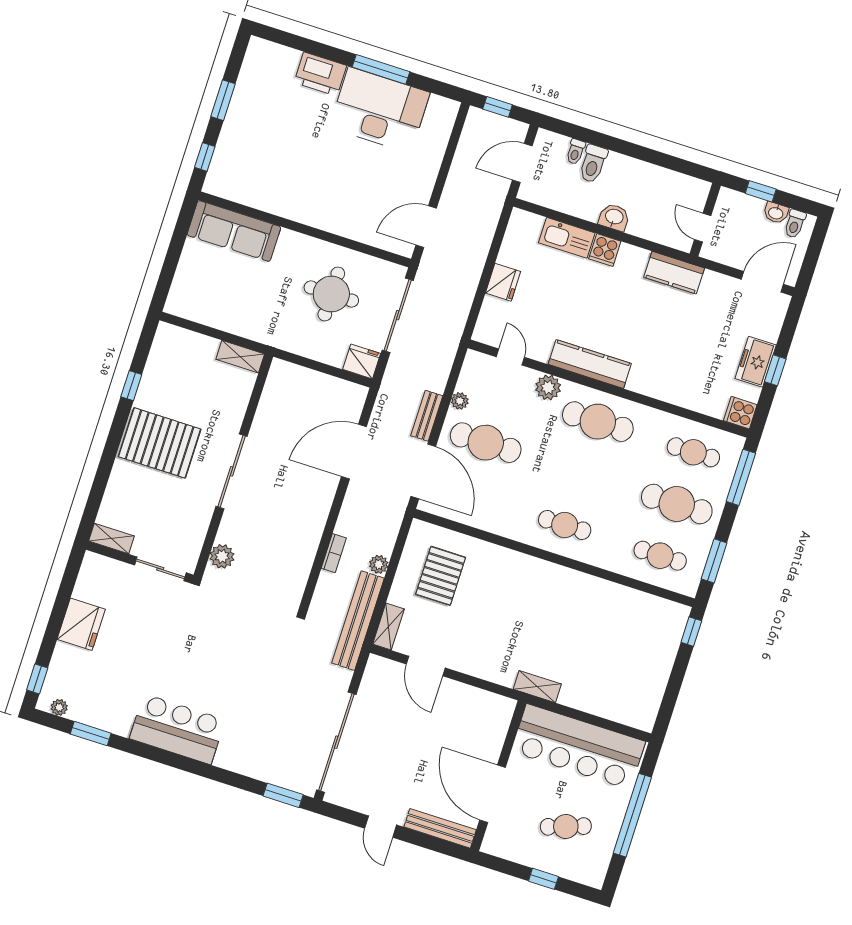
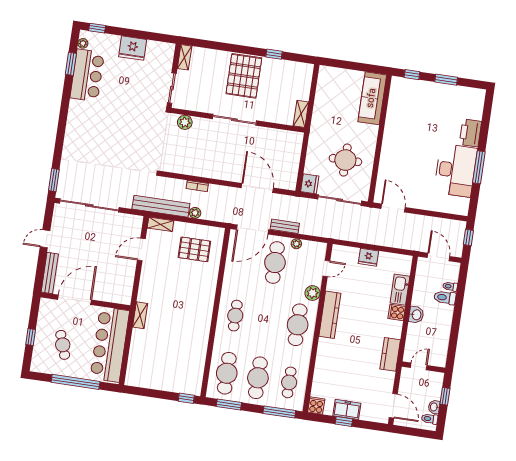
cafe table: (660, 556) -> (227, 373), width x1.37, depth x1.35
bar counter: (177, 729) -> (87, 75), moved

